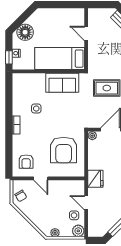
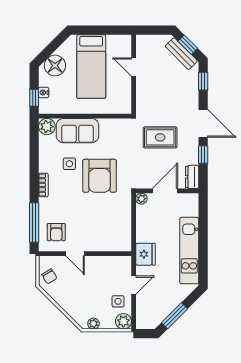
bed: (60, 59) -> (91, 66), moved, turned -90
plant: (19, 80) -> (47, 127), added
sofa: (62, 83) -> (77, 131), moved
armchair: (64, 150) -> (100, 176), moved
window: (9, 154) -> (34, 222), added
door: (86, 203) -> (134, 285), swing flipped

